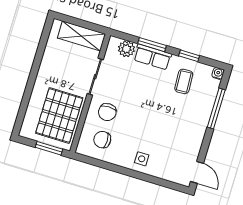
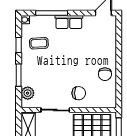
row of seats: (153, 57) -> (69, 22), moved, turned 90
chair: (102, 140) -> (105, 74), moved
side table: (142, 159) -> (106, 57), removed

